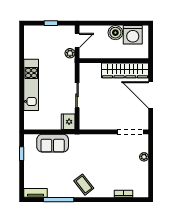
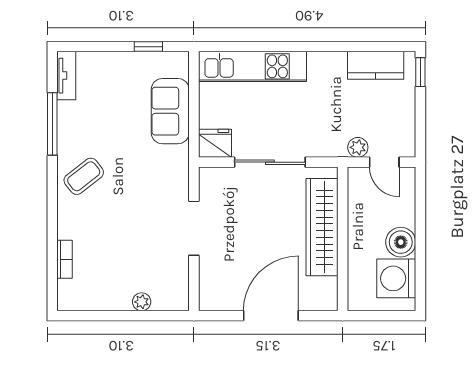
window: (51, 23) -> (420, 72), moved
kitchen counter: (31, 45) -> (376, 65), added
wardrobe: (125, 70) -> (322, 227), moved
kitchen unit: (31, 85) -> (253, 66), moved
sliding door: (77, 95) -> (270, 162), width x1.37
doorway: (130, 132) -> (194, 228), moved

